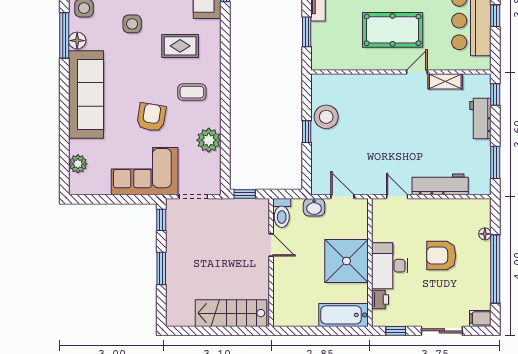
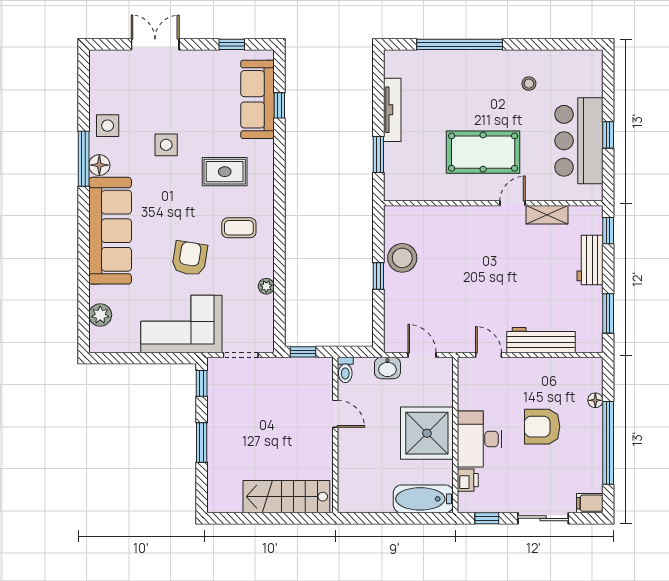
plant: (209, 140) -> (266, 286), width x0.53, depth x0.53
toilet: (282, 213) -> (345, 370), width x0.73, depth x0.72

